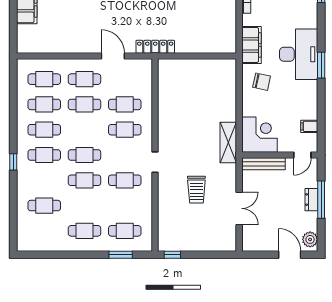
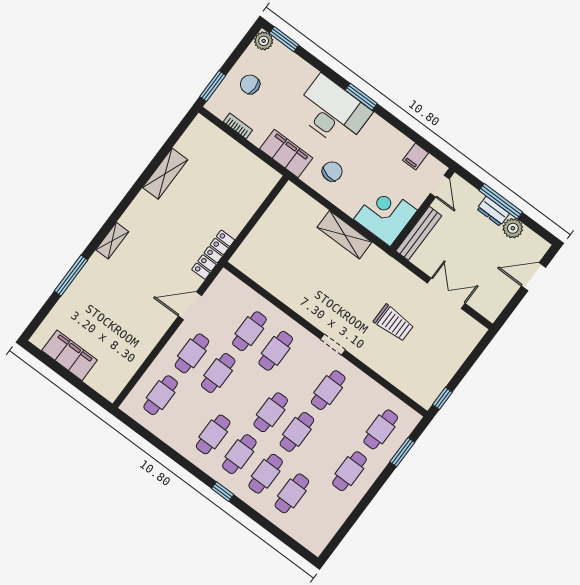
cafe table: (44, 104) -> (266, 474), moved
shelving: (228, 142) -> (344, 235), moved
plant: (310, 239) -> (513, 228), moved

